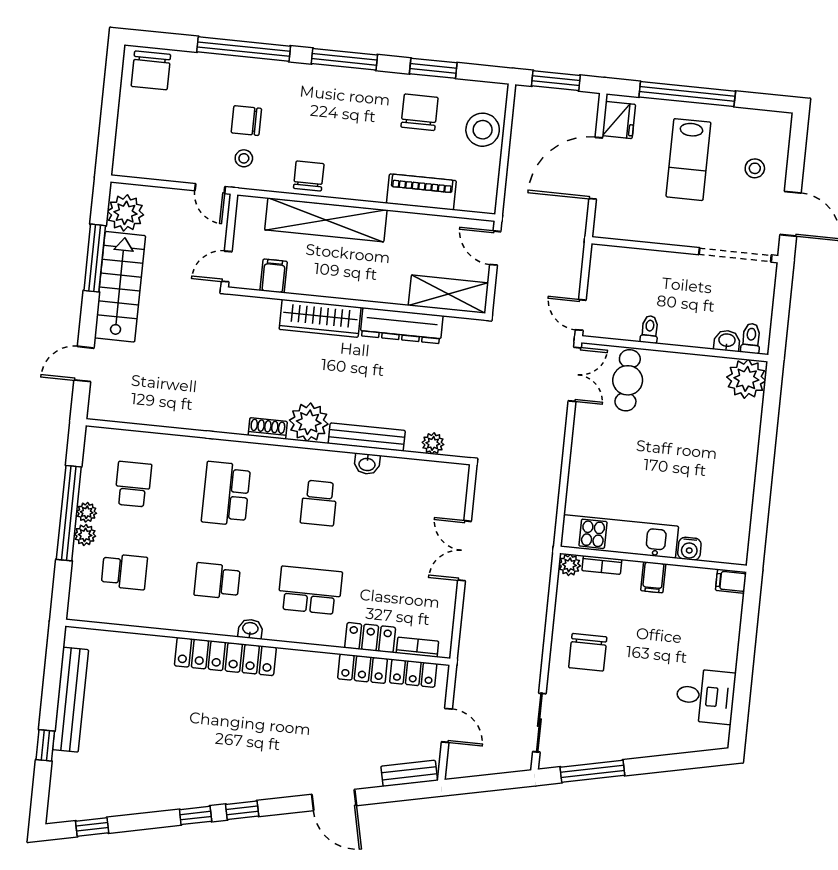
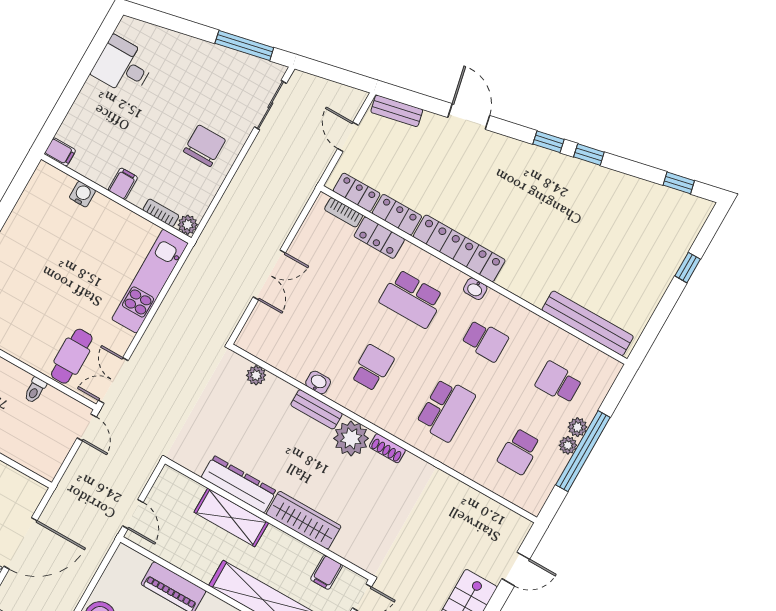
shelving: (448, 294) -> (231, 517), moved
bench: (367, 437) -> (316, 409), width x0.73
kitchen unit: (619, 536) -> (150, 281), moved, turned 90
locker: (225, 657) -> (459, 248), moved
bench: (70, 700) -> (588, 323), moved, turned 90

